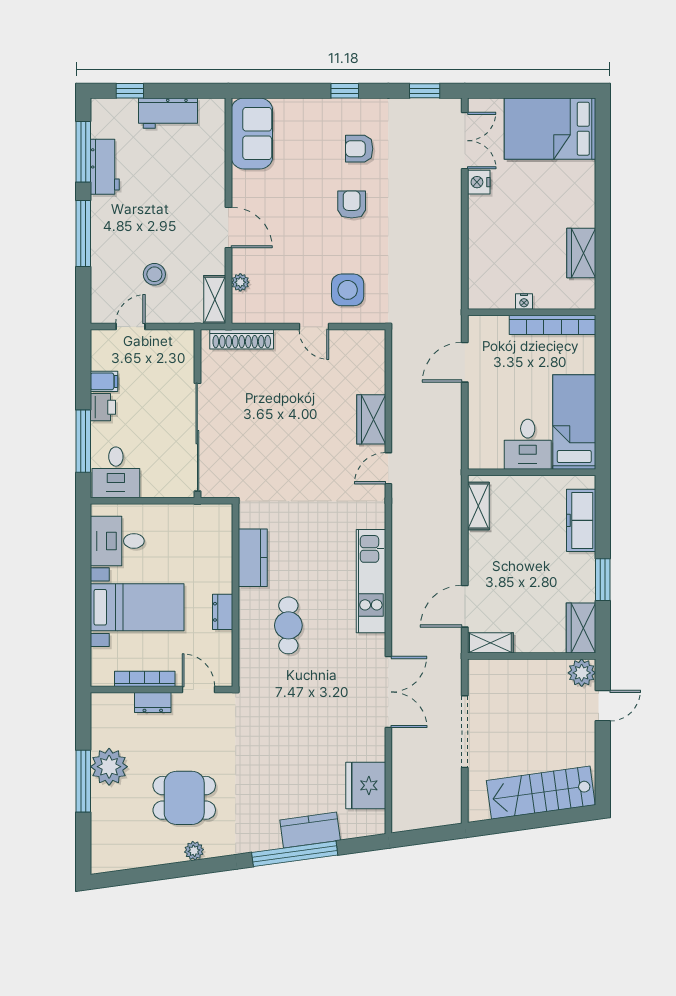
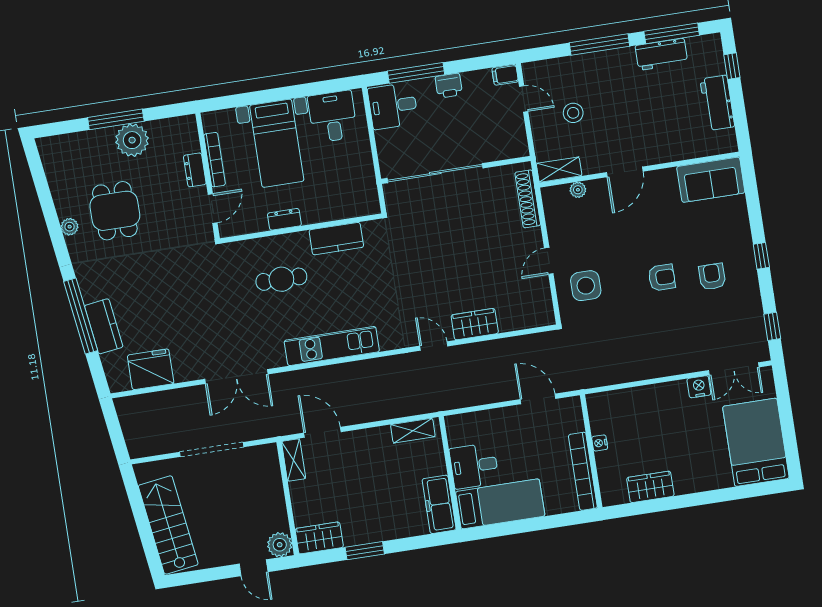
filing cabinet: (104, 381) -> (505, 75), moved, turned 90
freezer: (581, 520) -> (439, 504), moved, turned -90

